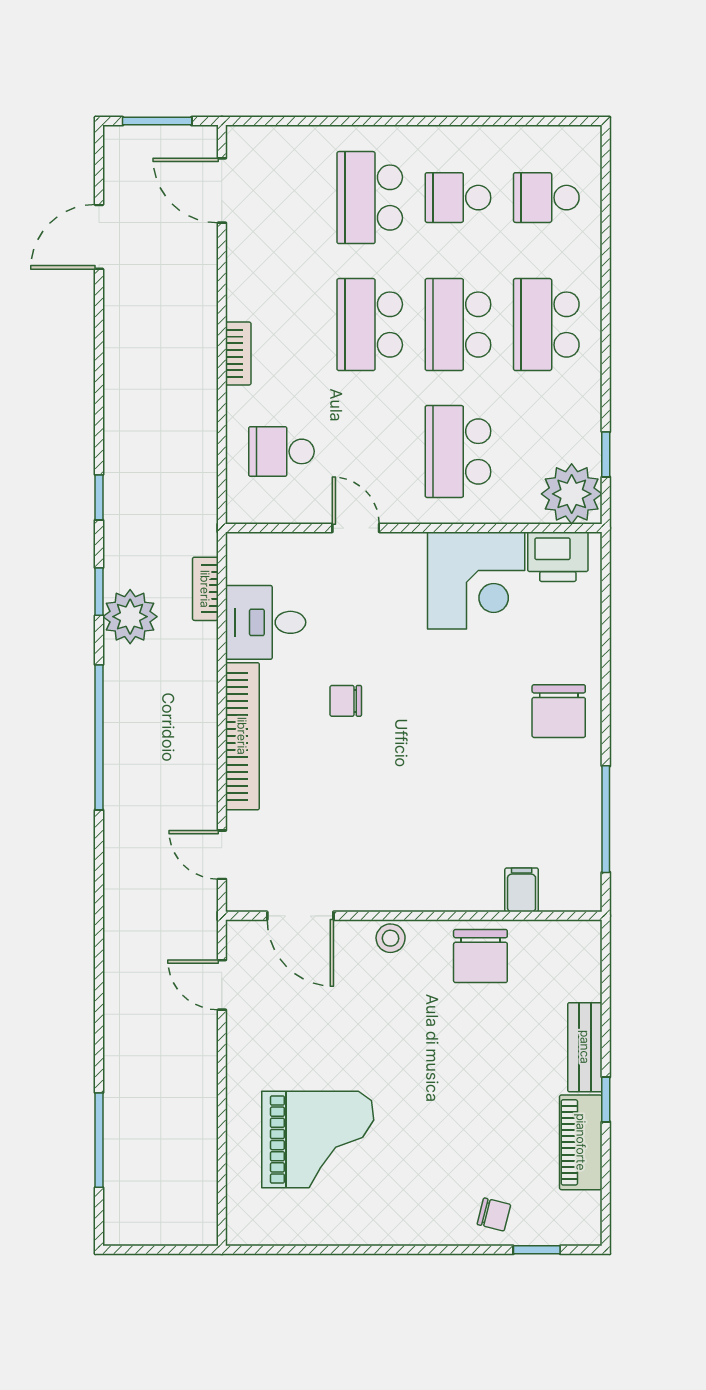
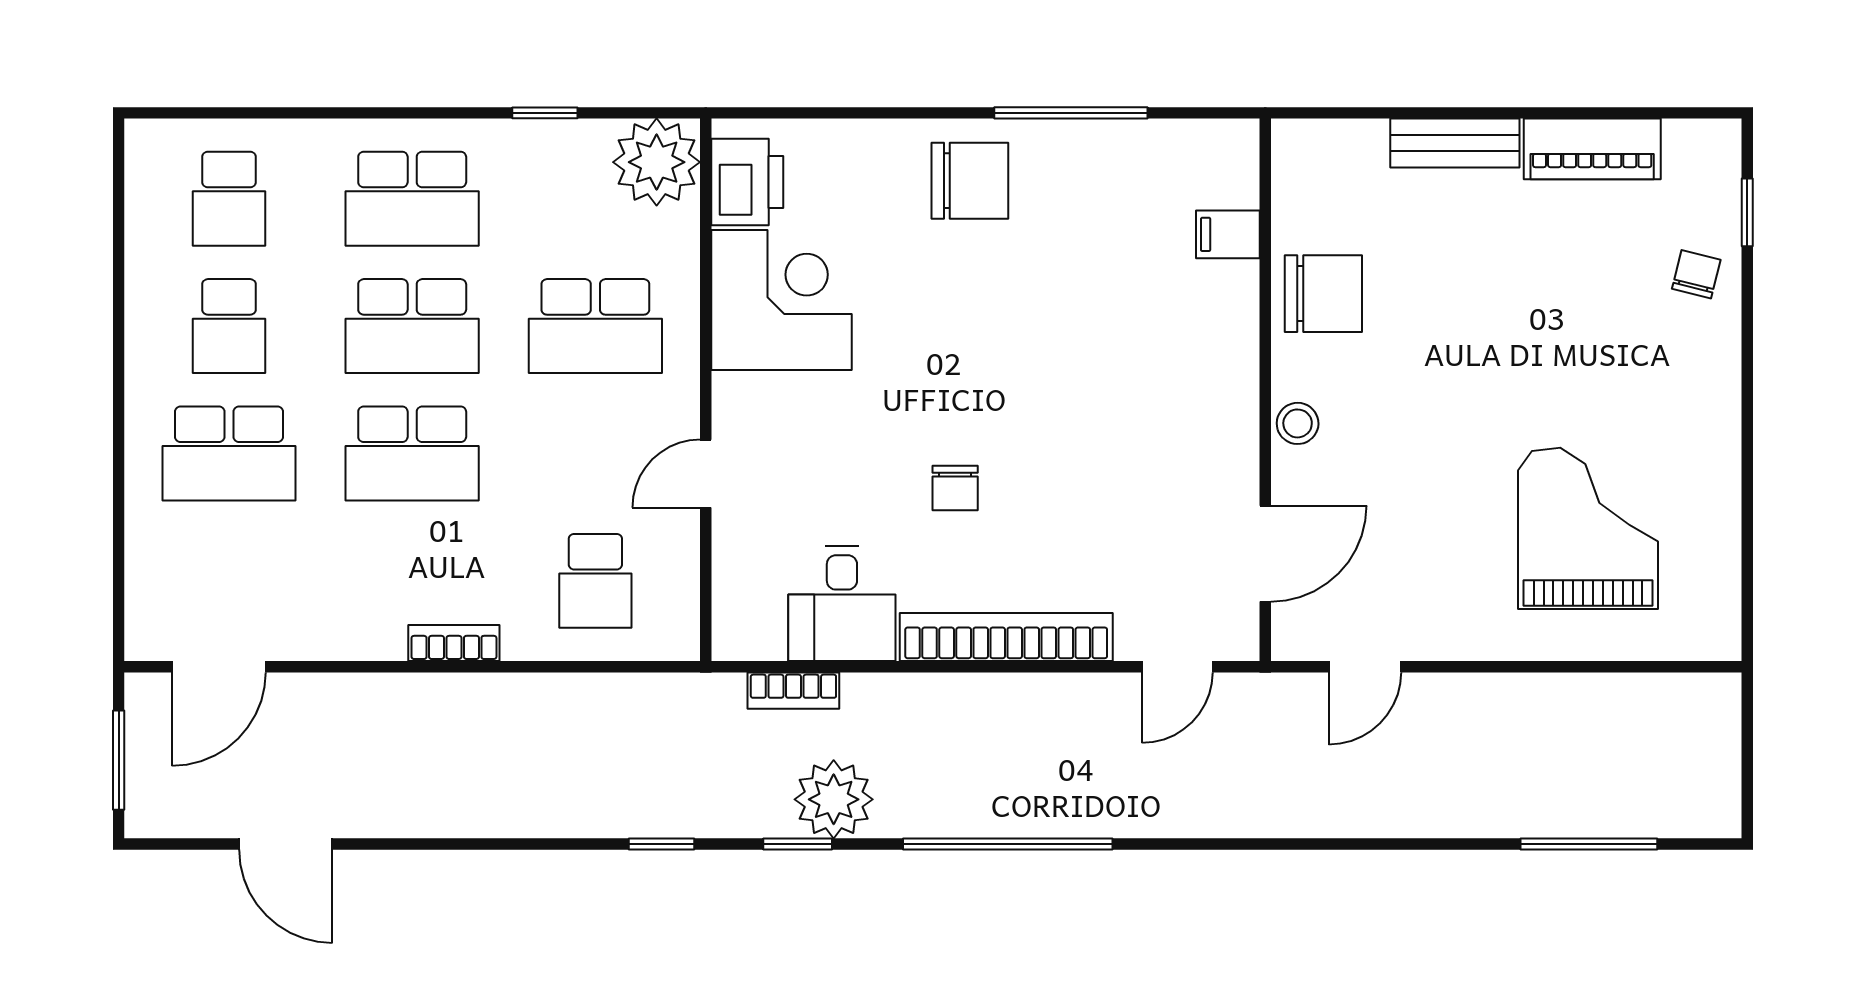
window: (606, 454) -> (545, 113), moved
window: (606, 819) -> (1071, 113), moved
window: (606, 1099) -> (1530, 113), removed

